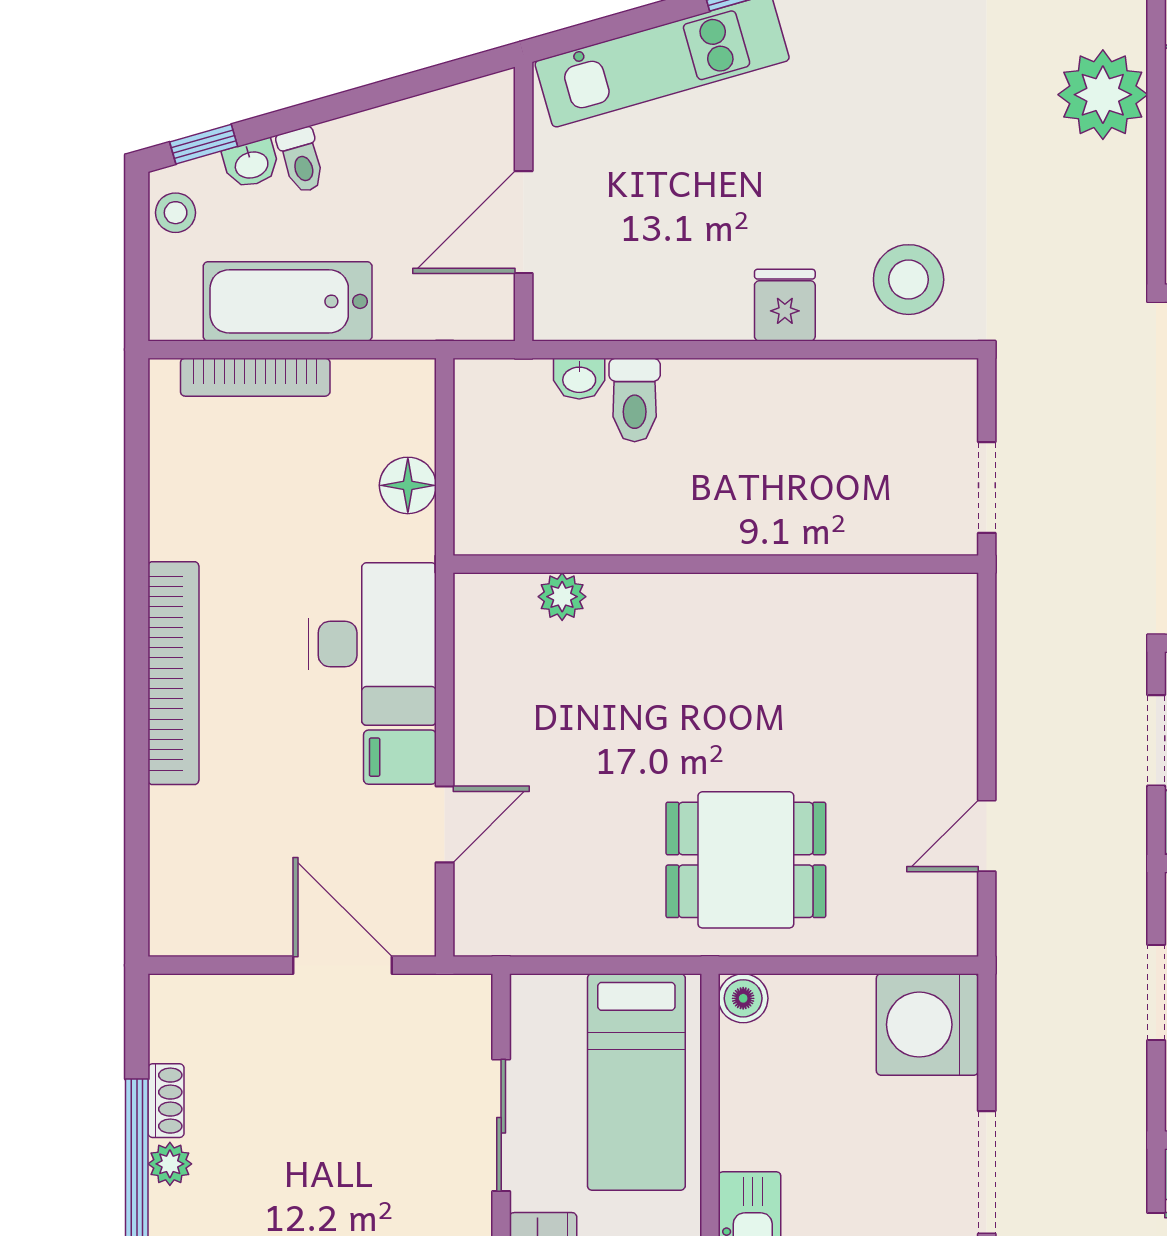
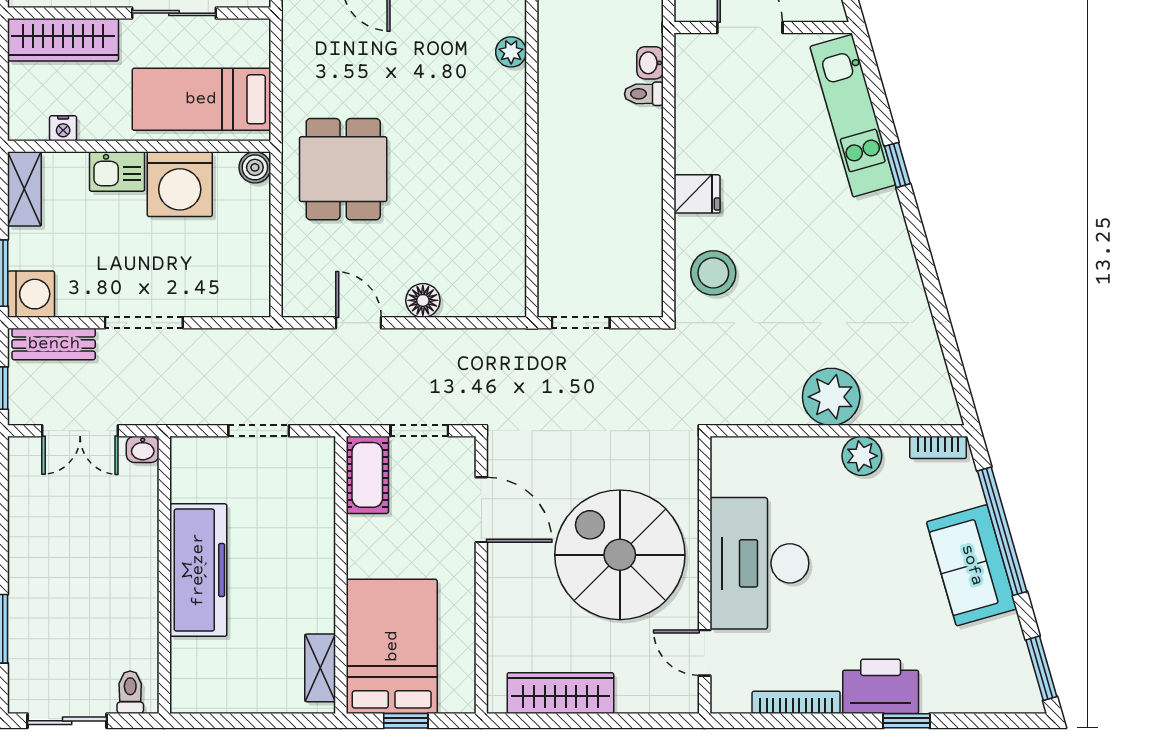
toilet: (635, 400) -> (644, 94), width x0.73, depth x0.72
floor lamp: (952, 735) -> (423, 300), added
washing machine: (927, 1025) -> (180, 184), moved, turned 180

